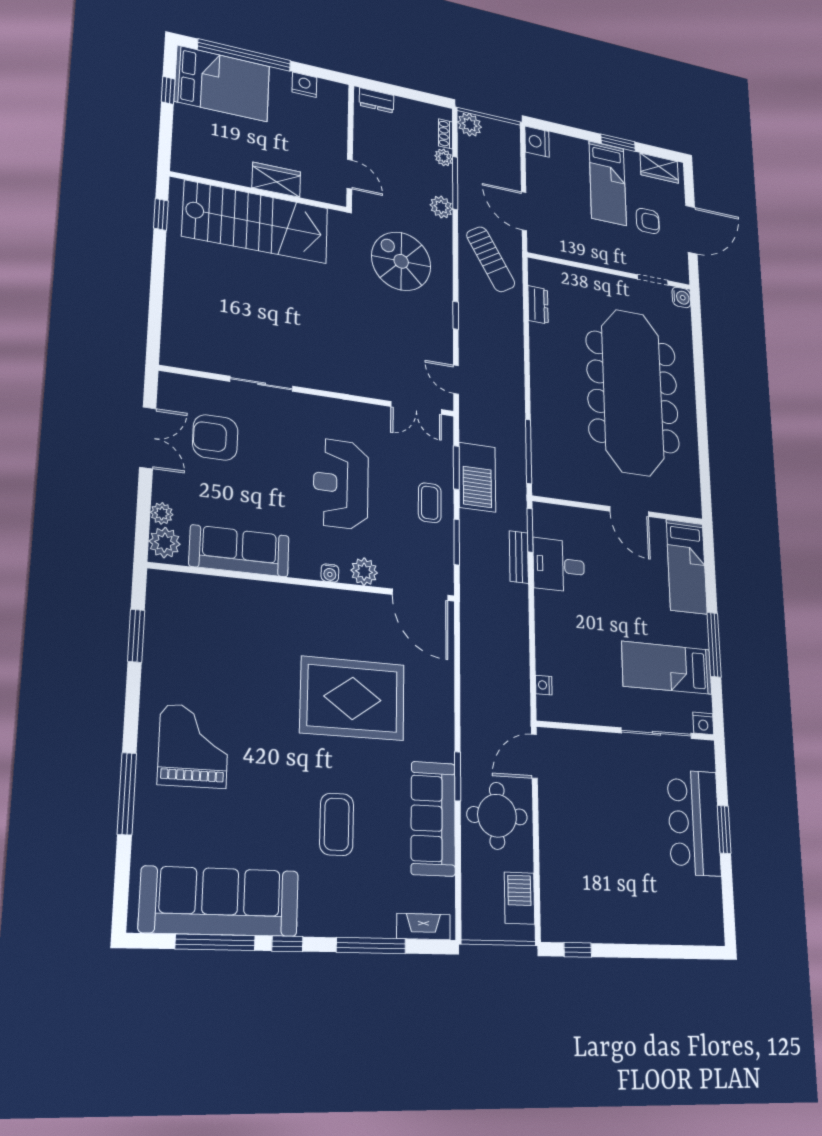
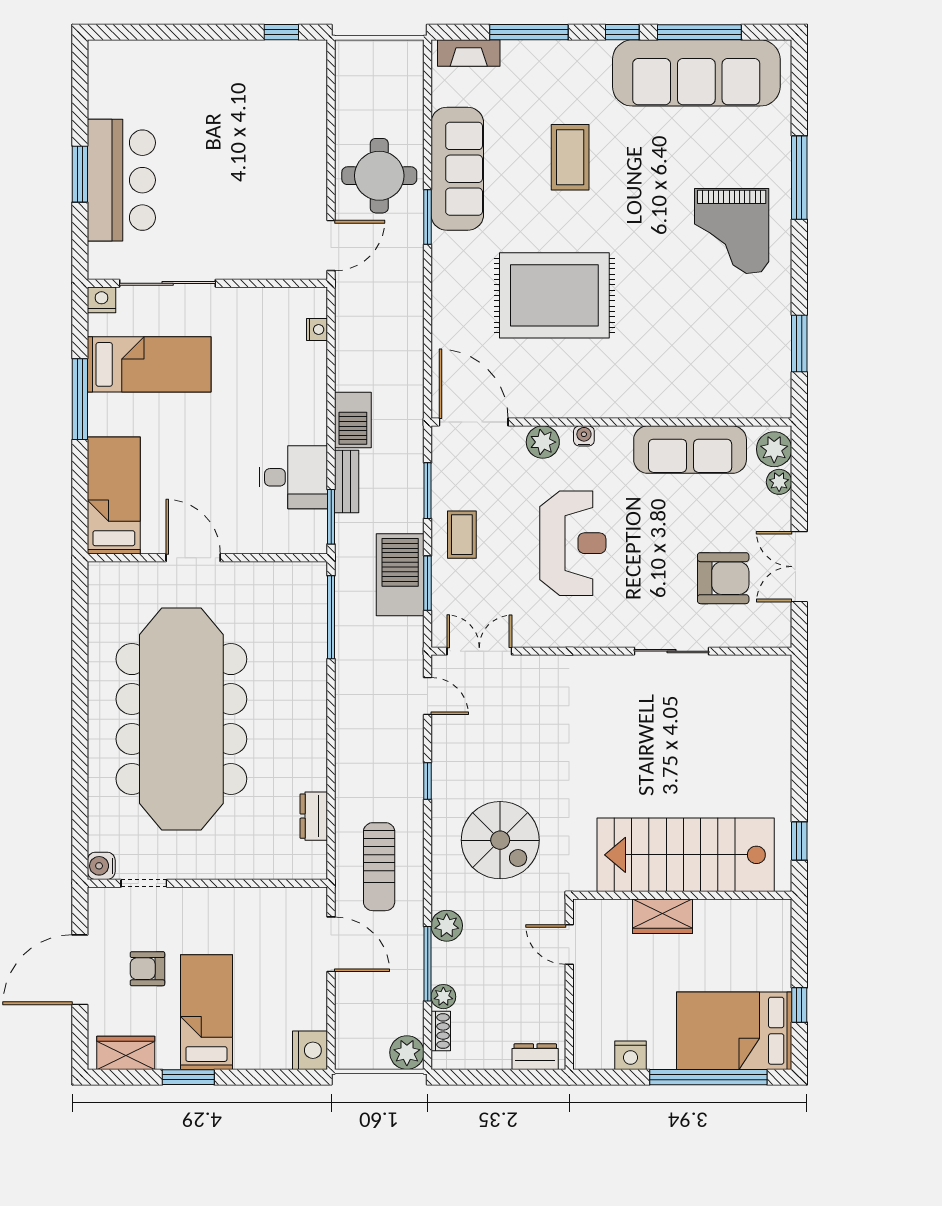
sun lounger: (491, 259) -> (379, 867), turned -149
barbecue: (519, 898) -> (353, 420), moved

